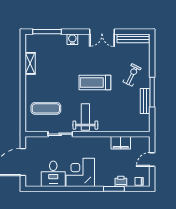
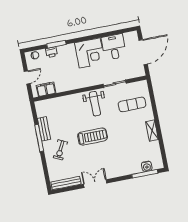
water cooler: (72, 39) -> (147, 166), moved
shelving: (30, 63) -> (152, 131), moved
filing cabinet: (121, 143) -> (46, 89), moved

